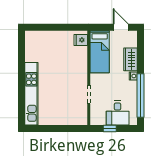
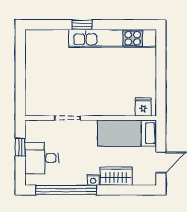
window: (22, 84) -> (82, 25), added
kitchen unit: (31, 94) -> (113, 38), moved

